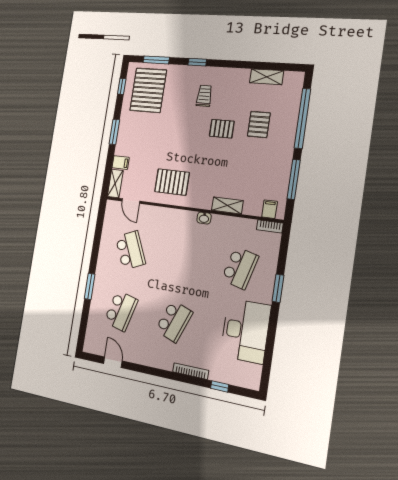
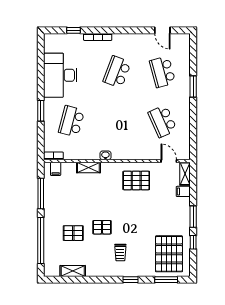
window: (122, 86) -> (193, 242), moved
pallet: (259, 124) -> (73, 233), turned 90
school desk: (121, 311) -> (162, 72), turned -30

